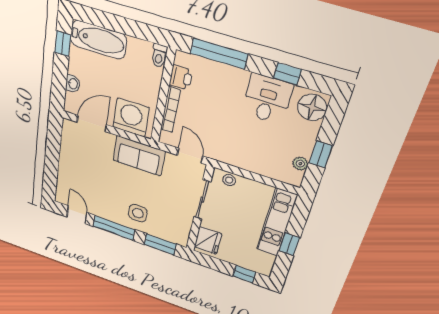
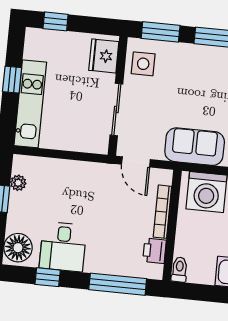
stool: (229, 180) -> (89, 143), removed
side table: (138, 213) -> (143, 64), moved

